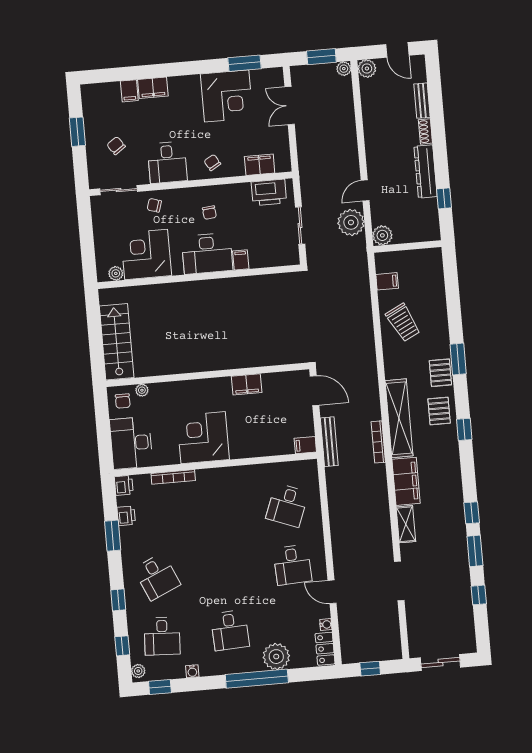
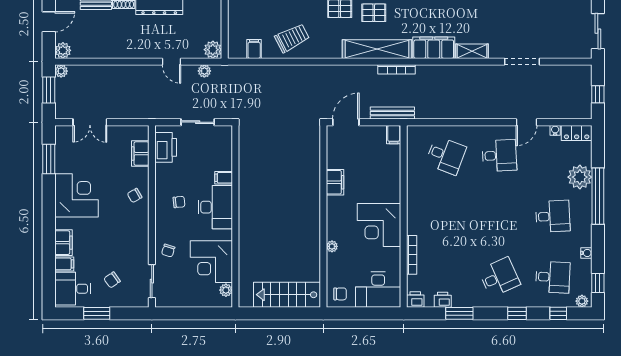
corner desk: (227, 96) -> (76, 195), moved
desk: (167, 162) -> (73, 289), moved, turned 180
plant: (351, 222) -> (204, 71), width x0.53, depth x0.53
plant: (142, 390) -> (332, 246), moved

